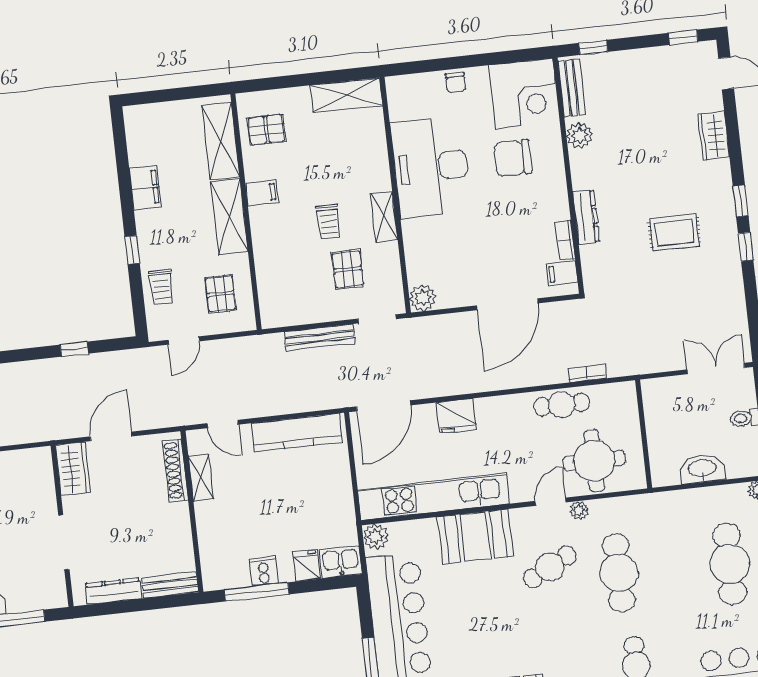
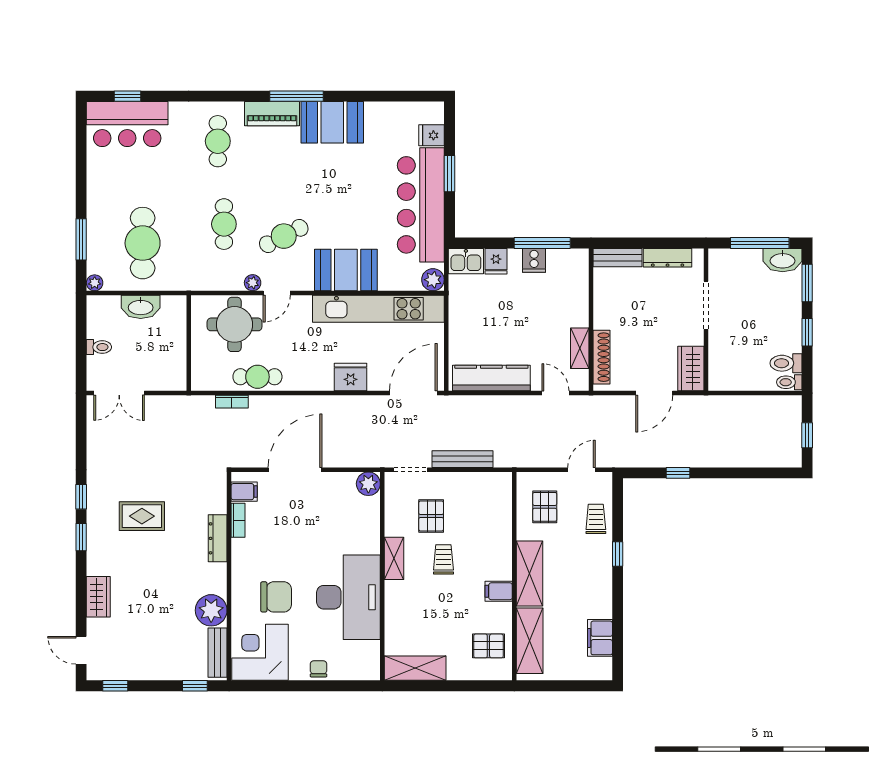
plant: (580, 135) -> (211, 610), width x1.36, depth x1.36
filing cabinet: (145, 188) -> (600, 638), moved
cafe table: (730, 564) -> (143, 243), moved
cafe table: (619, 573) -> (224, 224), width x0.73, depth x0.74

